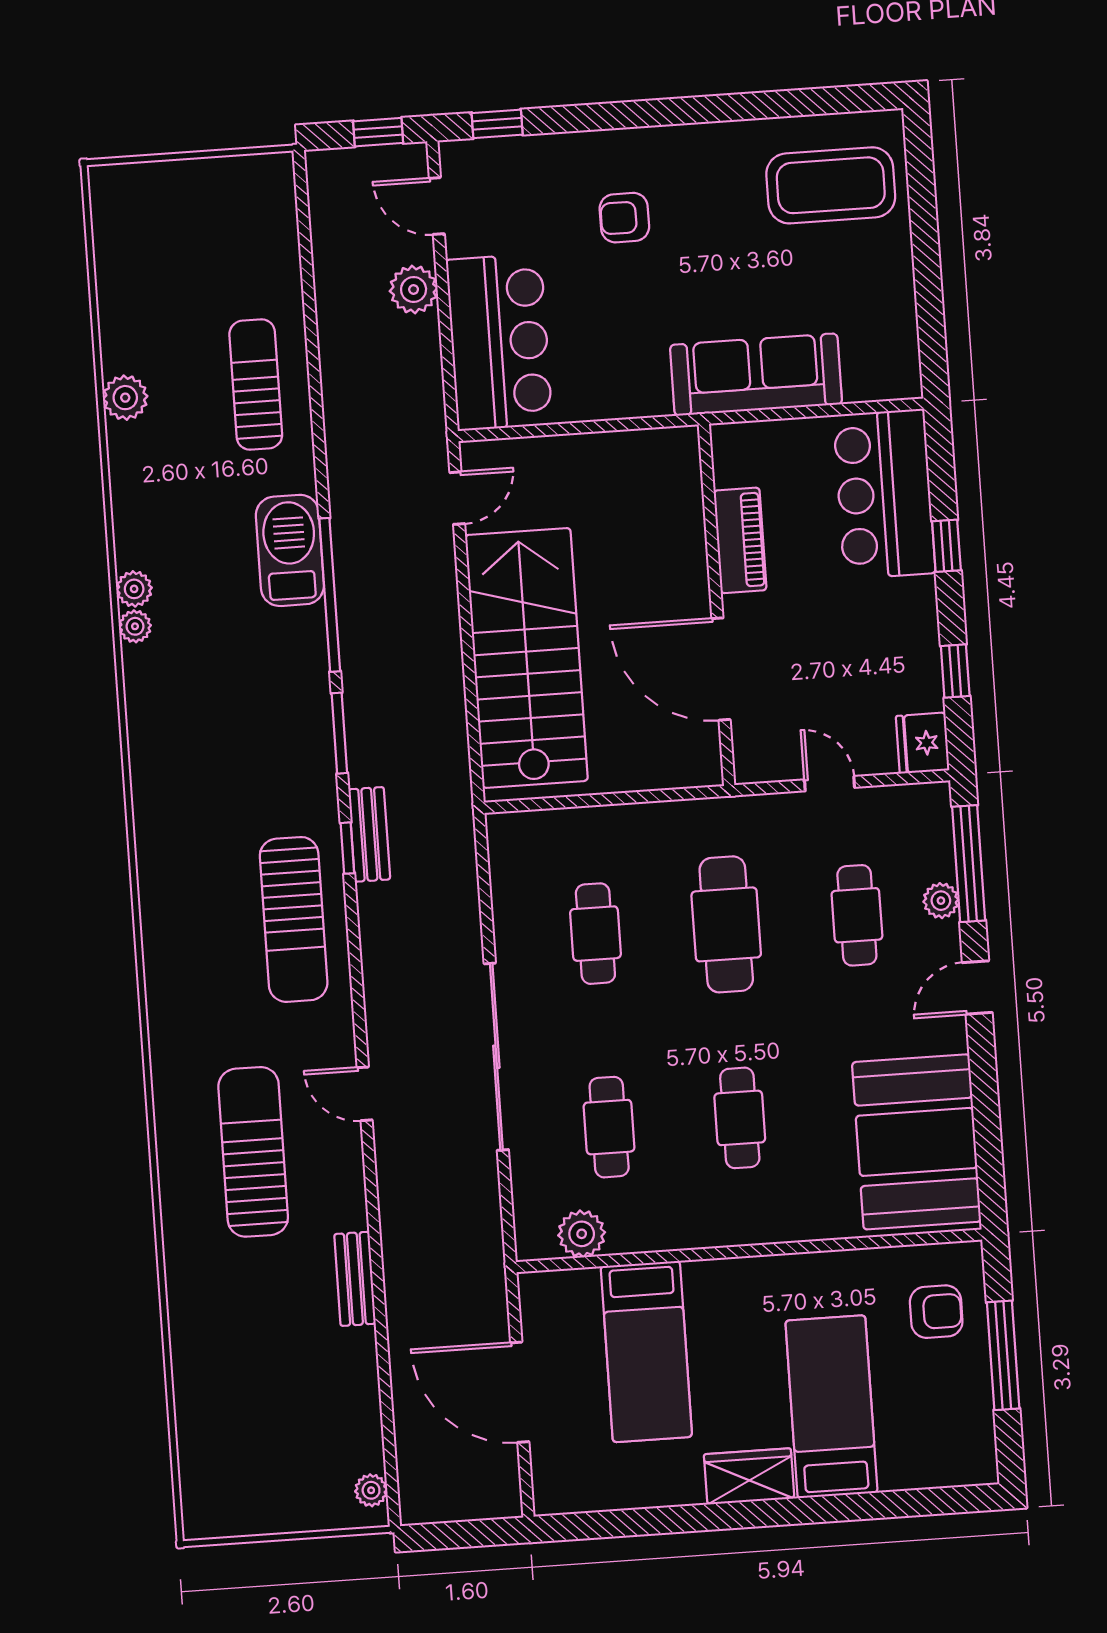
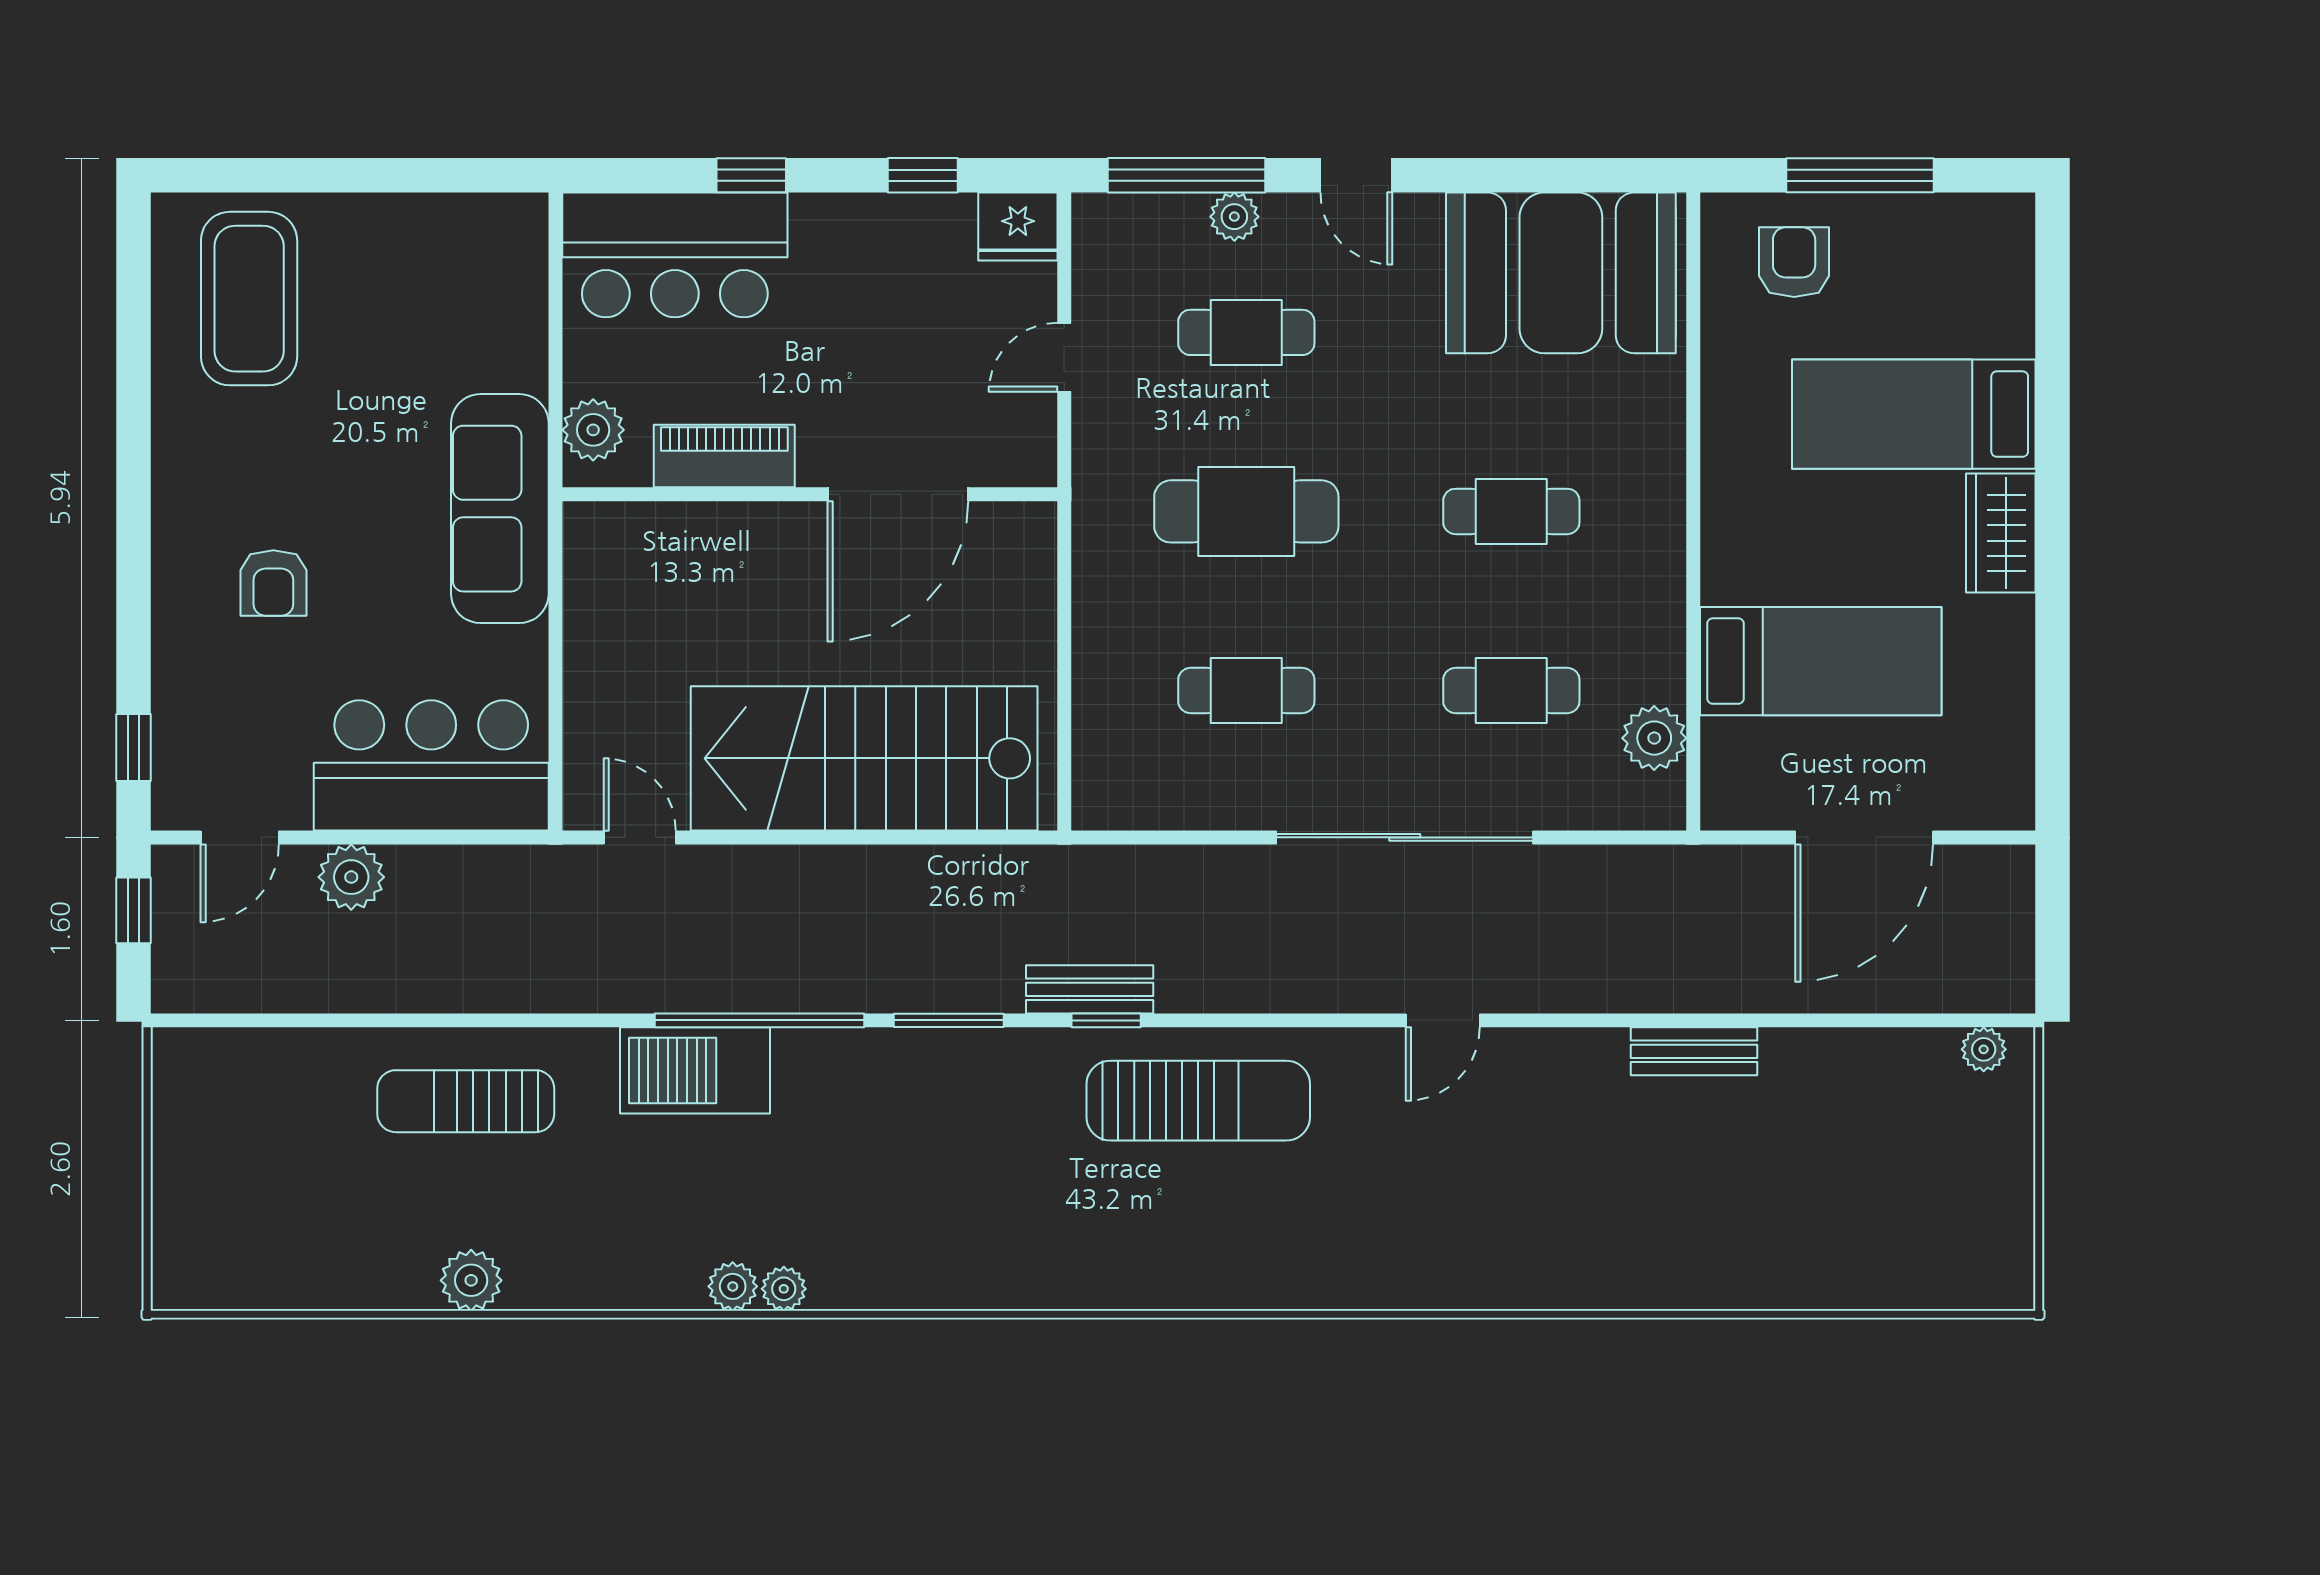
sofa: (756, 375) -> (500, 509), moved
plant: (752, 443) -> (593, 430), added
sun lounger: (253, 1152) -> (1511, 1178), removed

